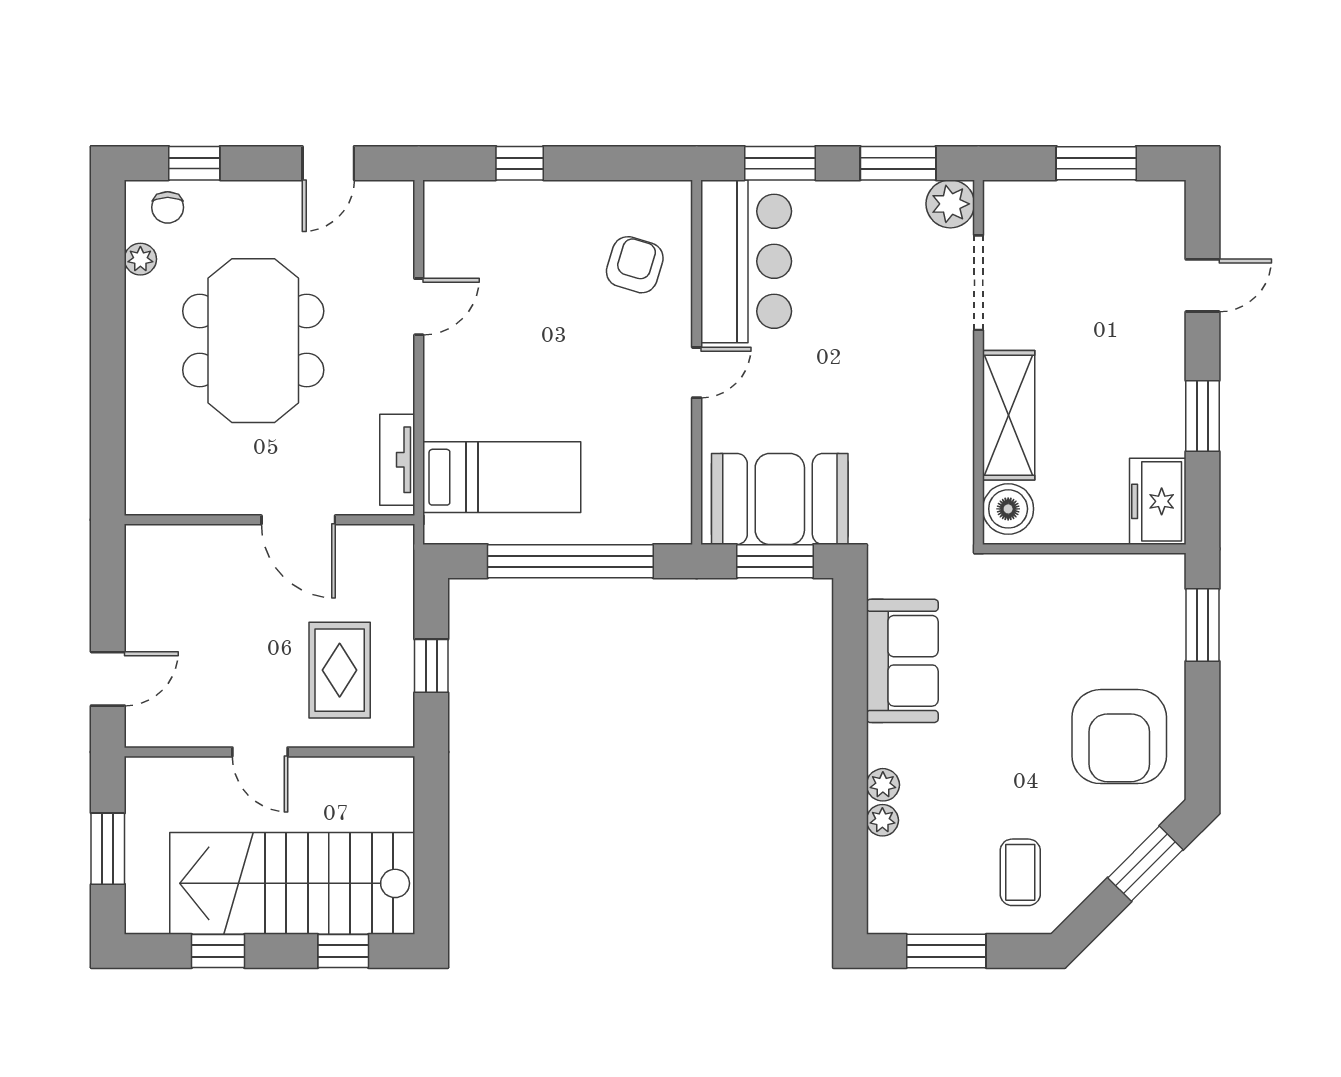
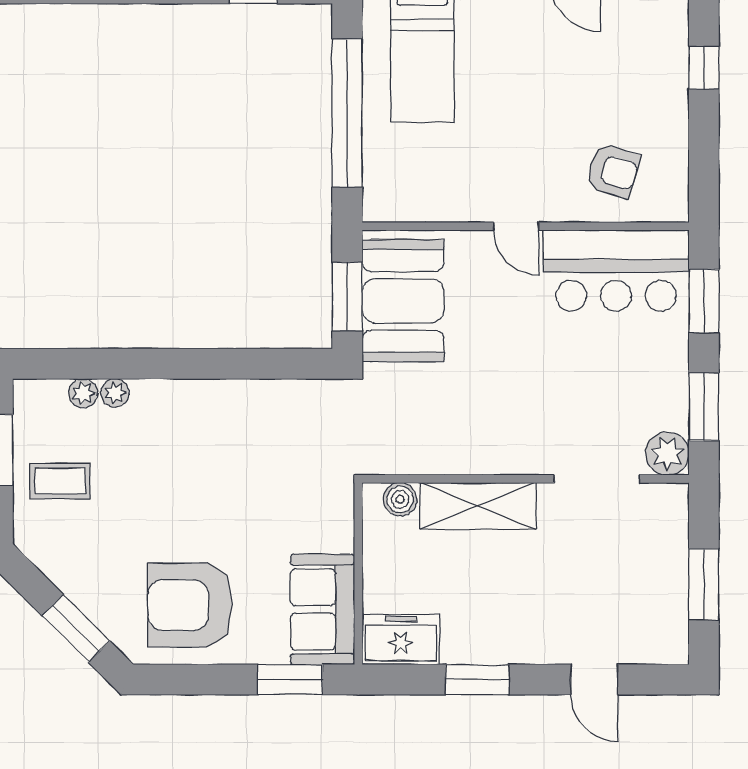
boiler: (1008, 509) -> (400, 499), width x0.73, depth x0.73
sofa: (902, 661) -> (323, 609), moved, turned 90
plant: (883, 785) -> (83, 393), moved
coffee table: (1020, 872) -> (60, 481), moved

